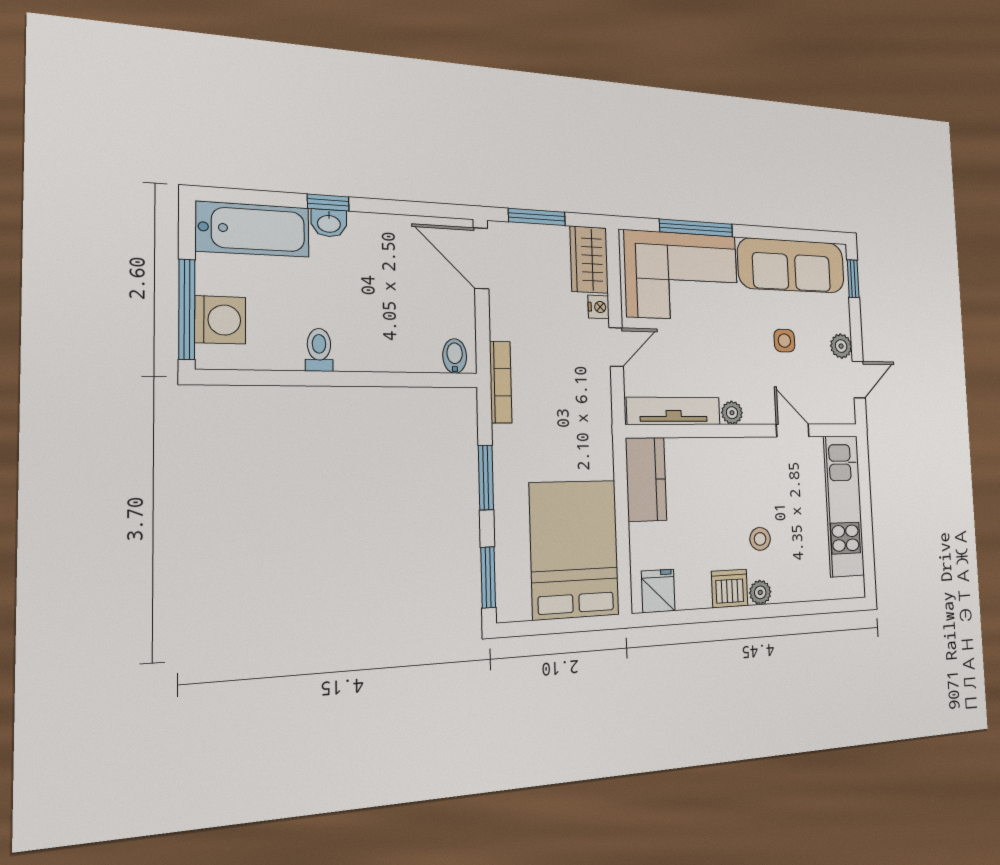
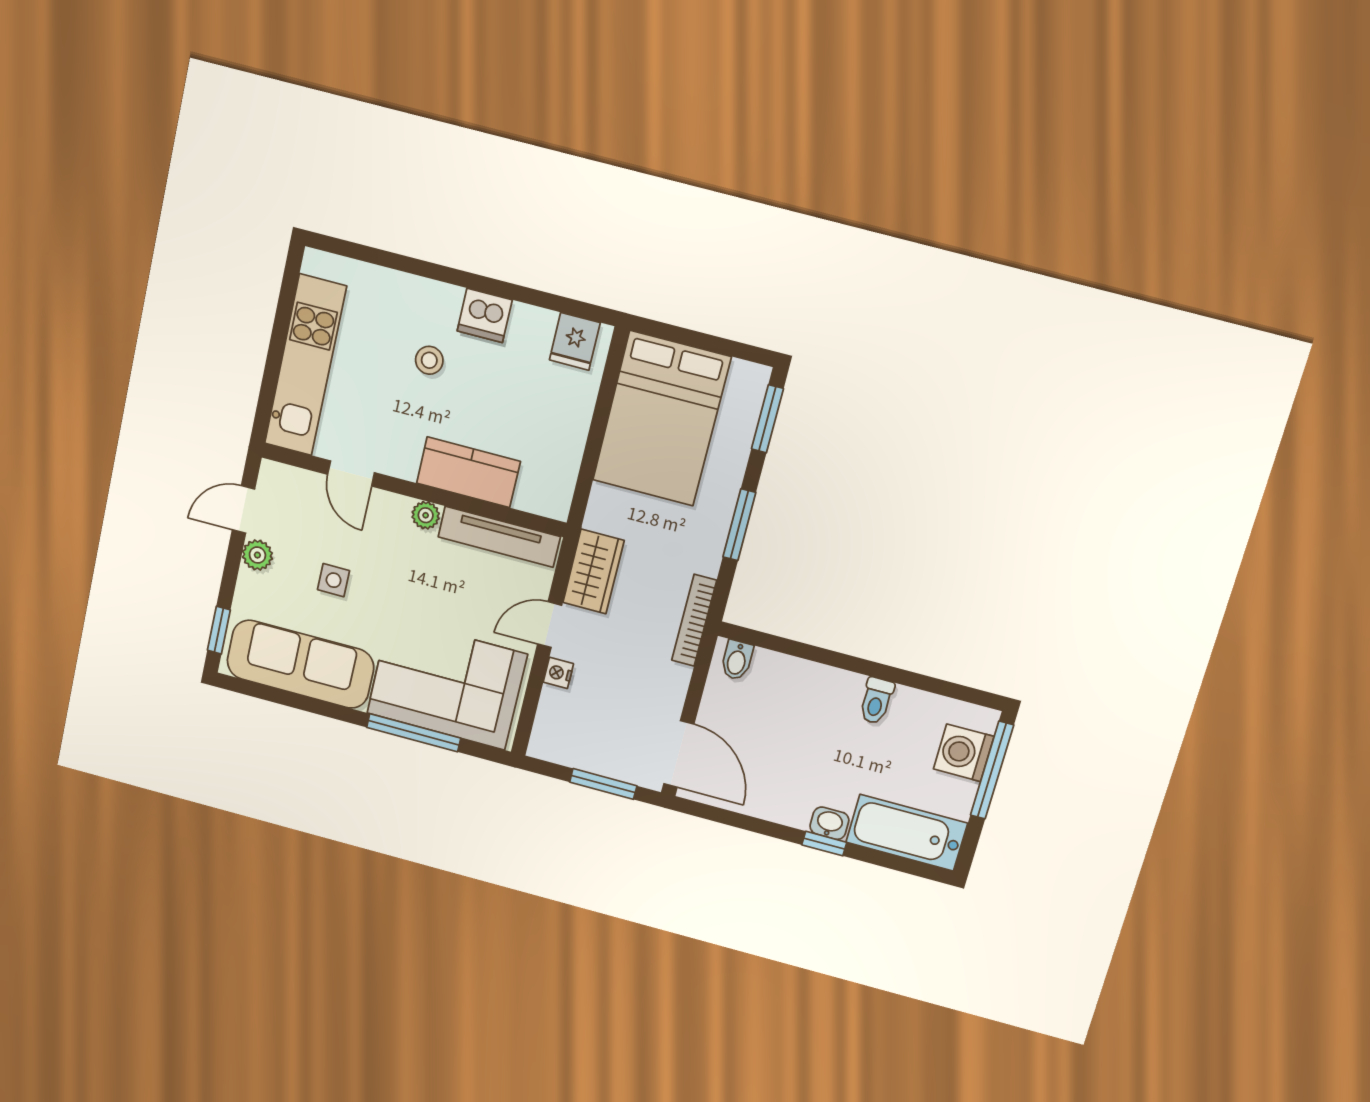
wardrobe: (589, 260) -> (593, 572), moved
kitchen counter: (646, 479) -> (468, 472), moved, turned 90
plant: (760, 592) -> (446, 298), removed

